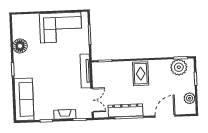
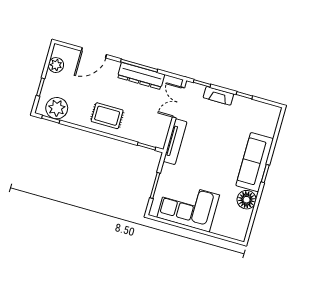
rug: (141, 74) -> (107, 116), turned 90
sofa: (24, 99) -> (255, 162), moved

